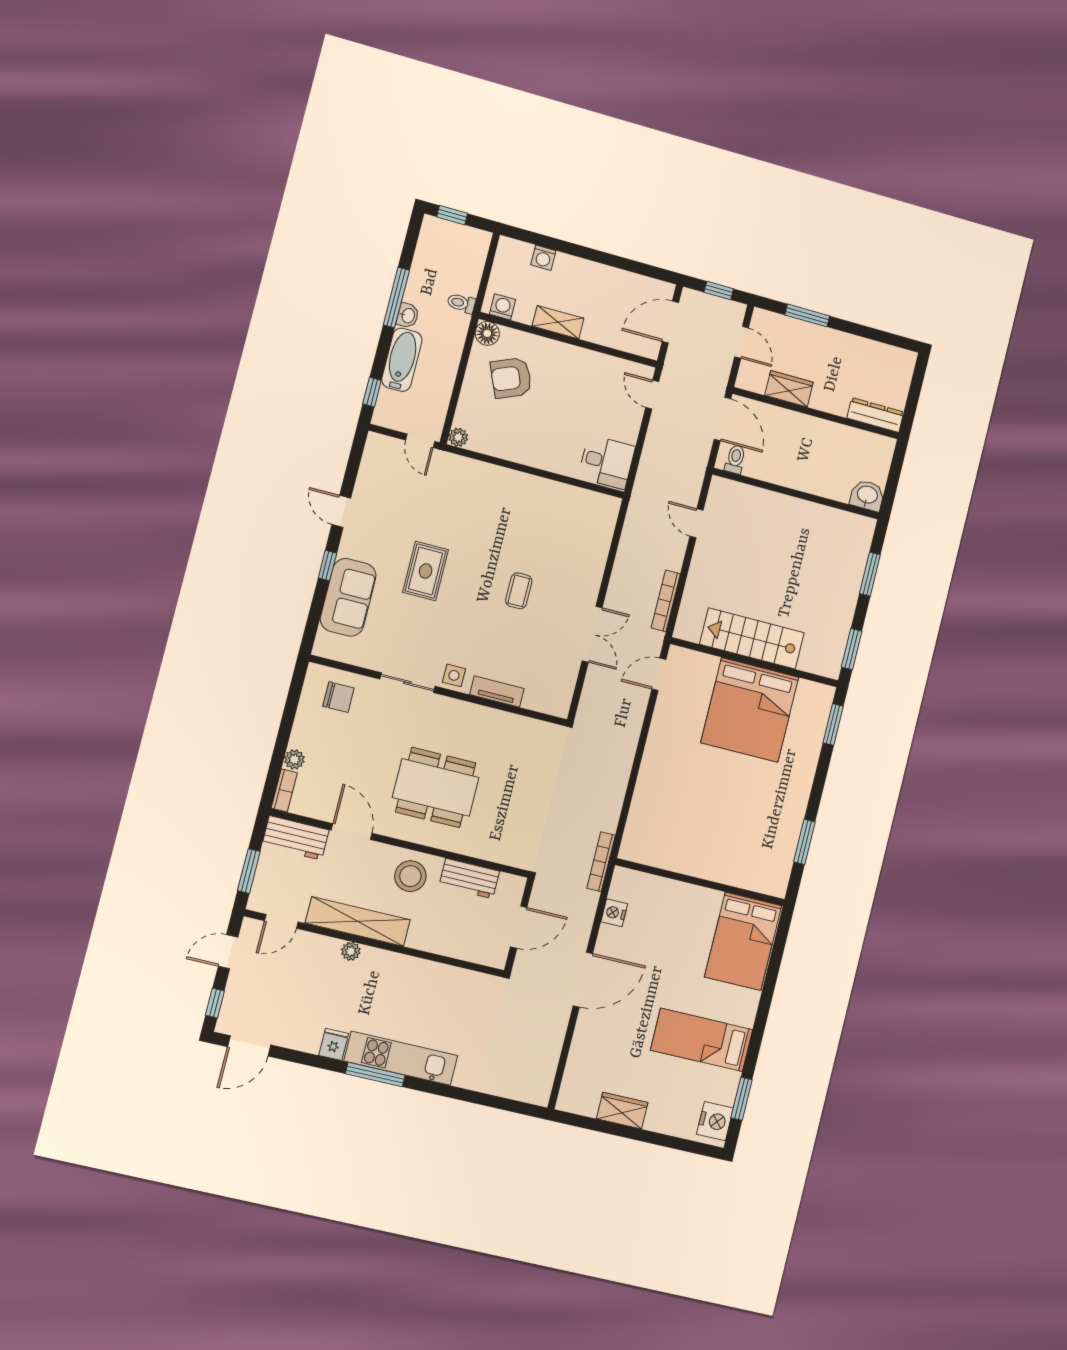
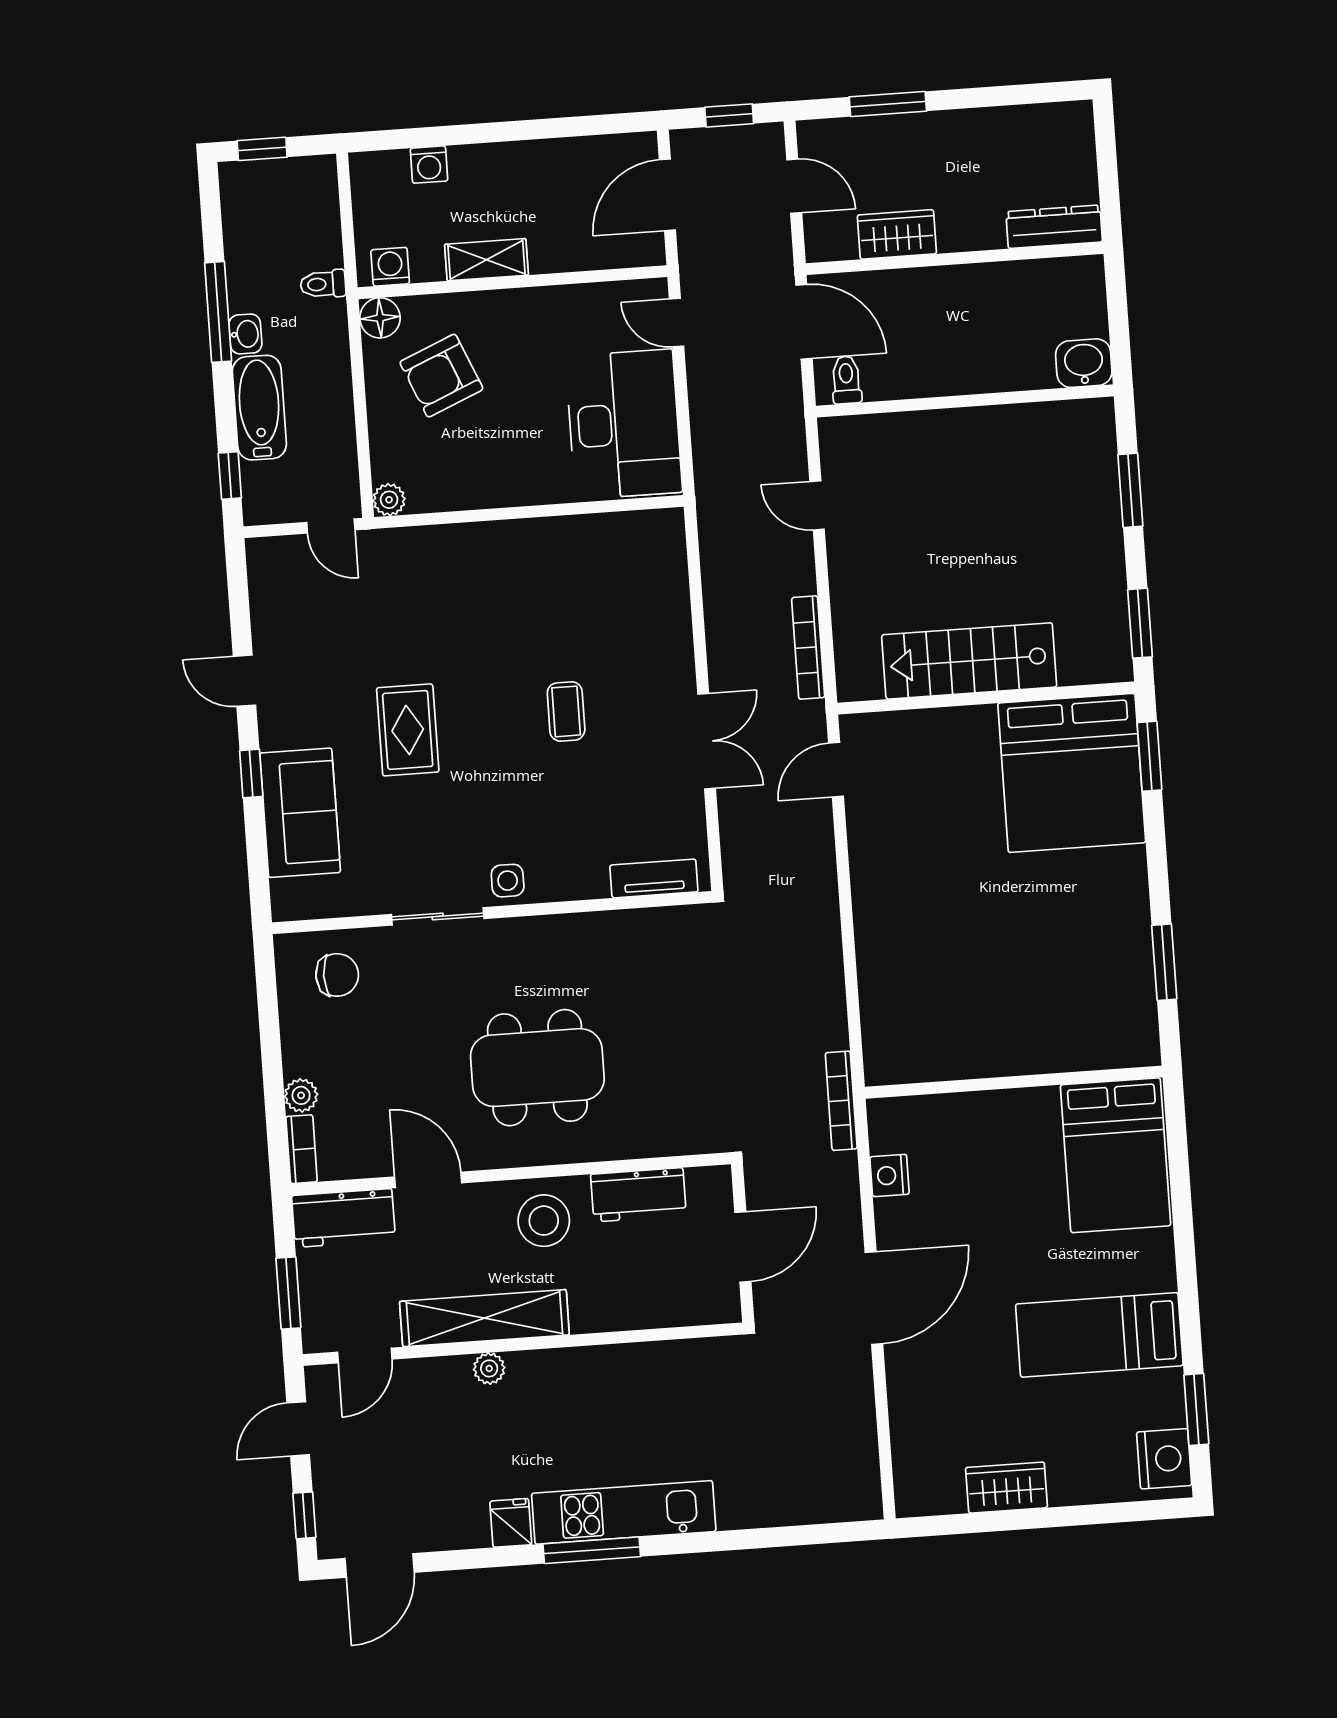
desk: (607, 462) -> (624, 424), width x1.87, depth x1.30
tv unit: (497, 691) -> (654, 878), moved
bed: (750, 710) -> (1072, 773), moved

